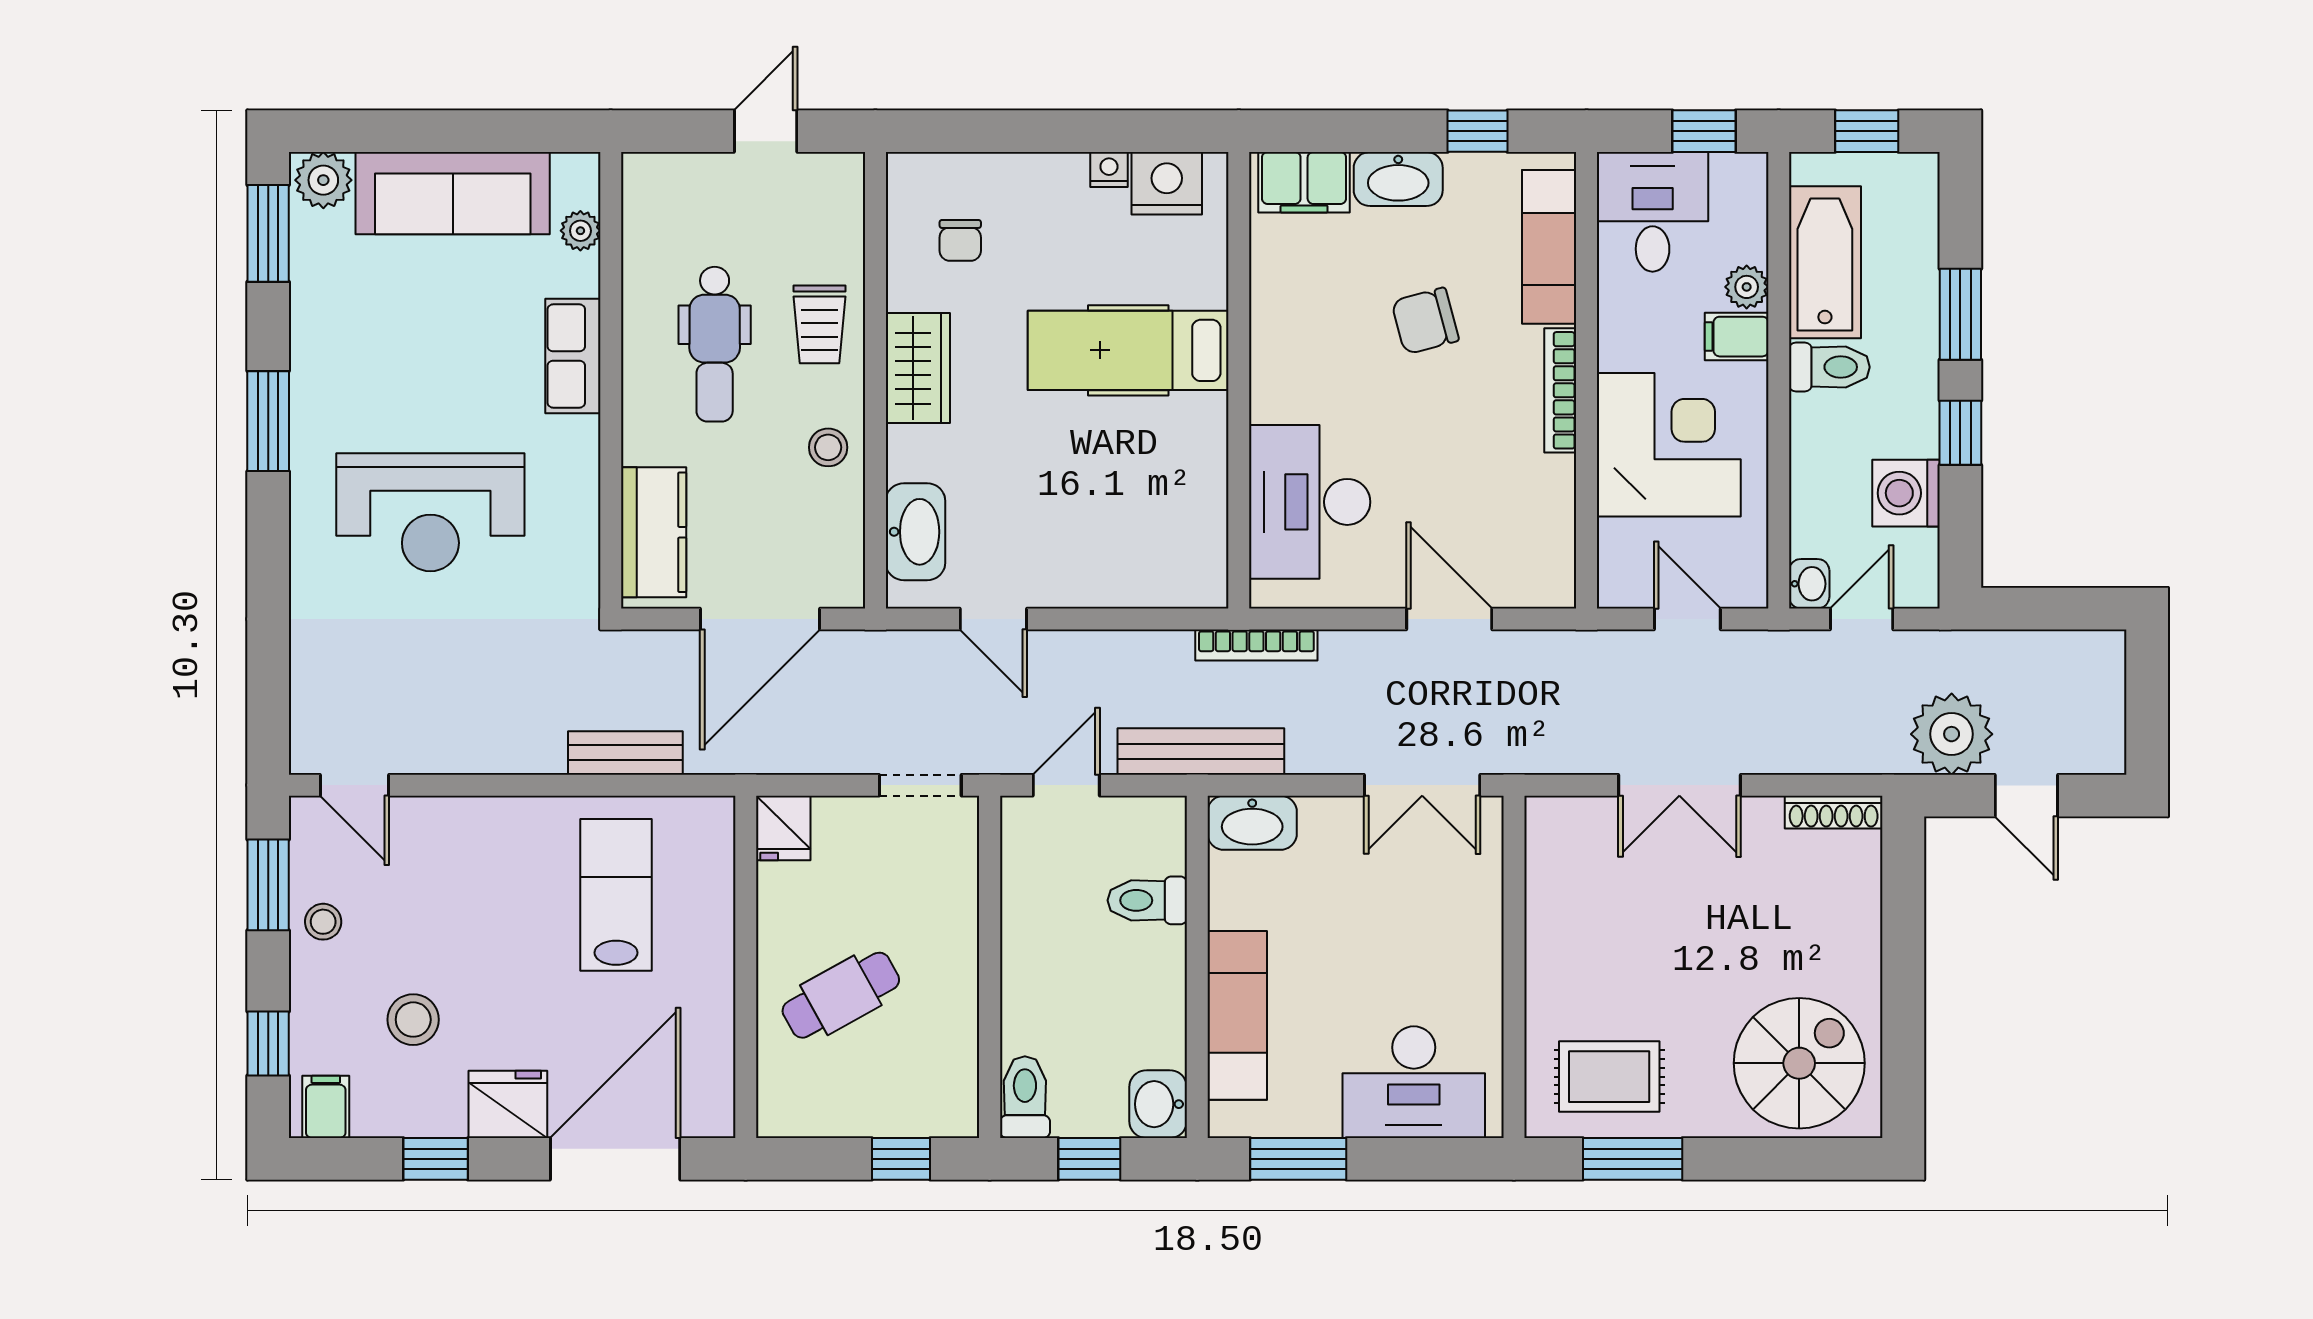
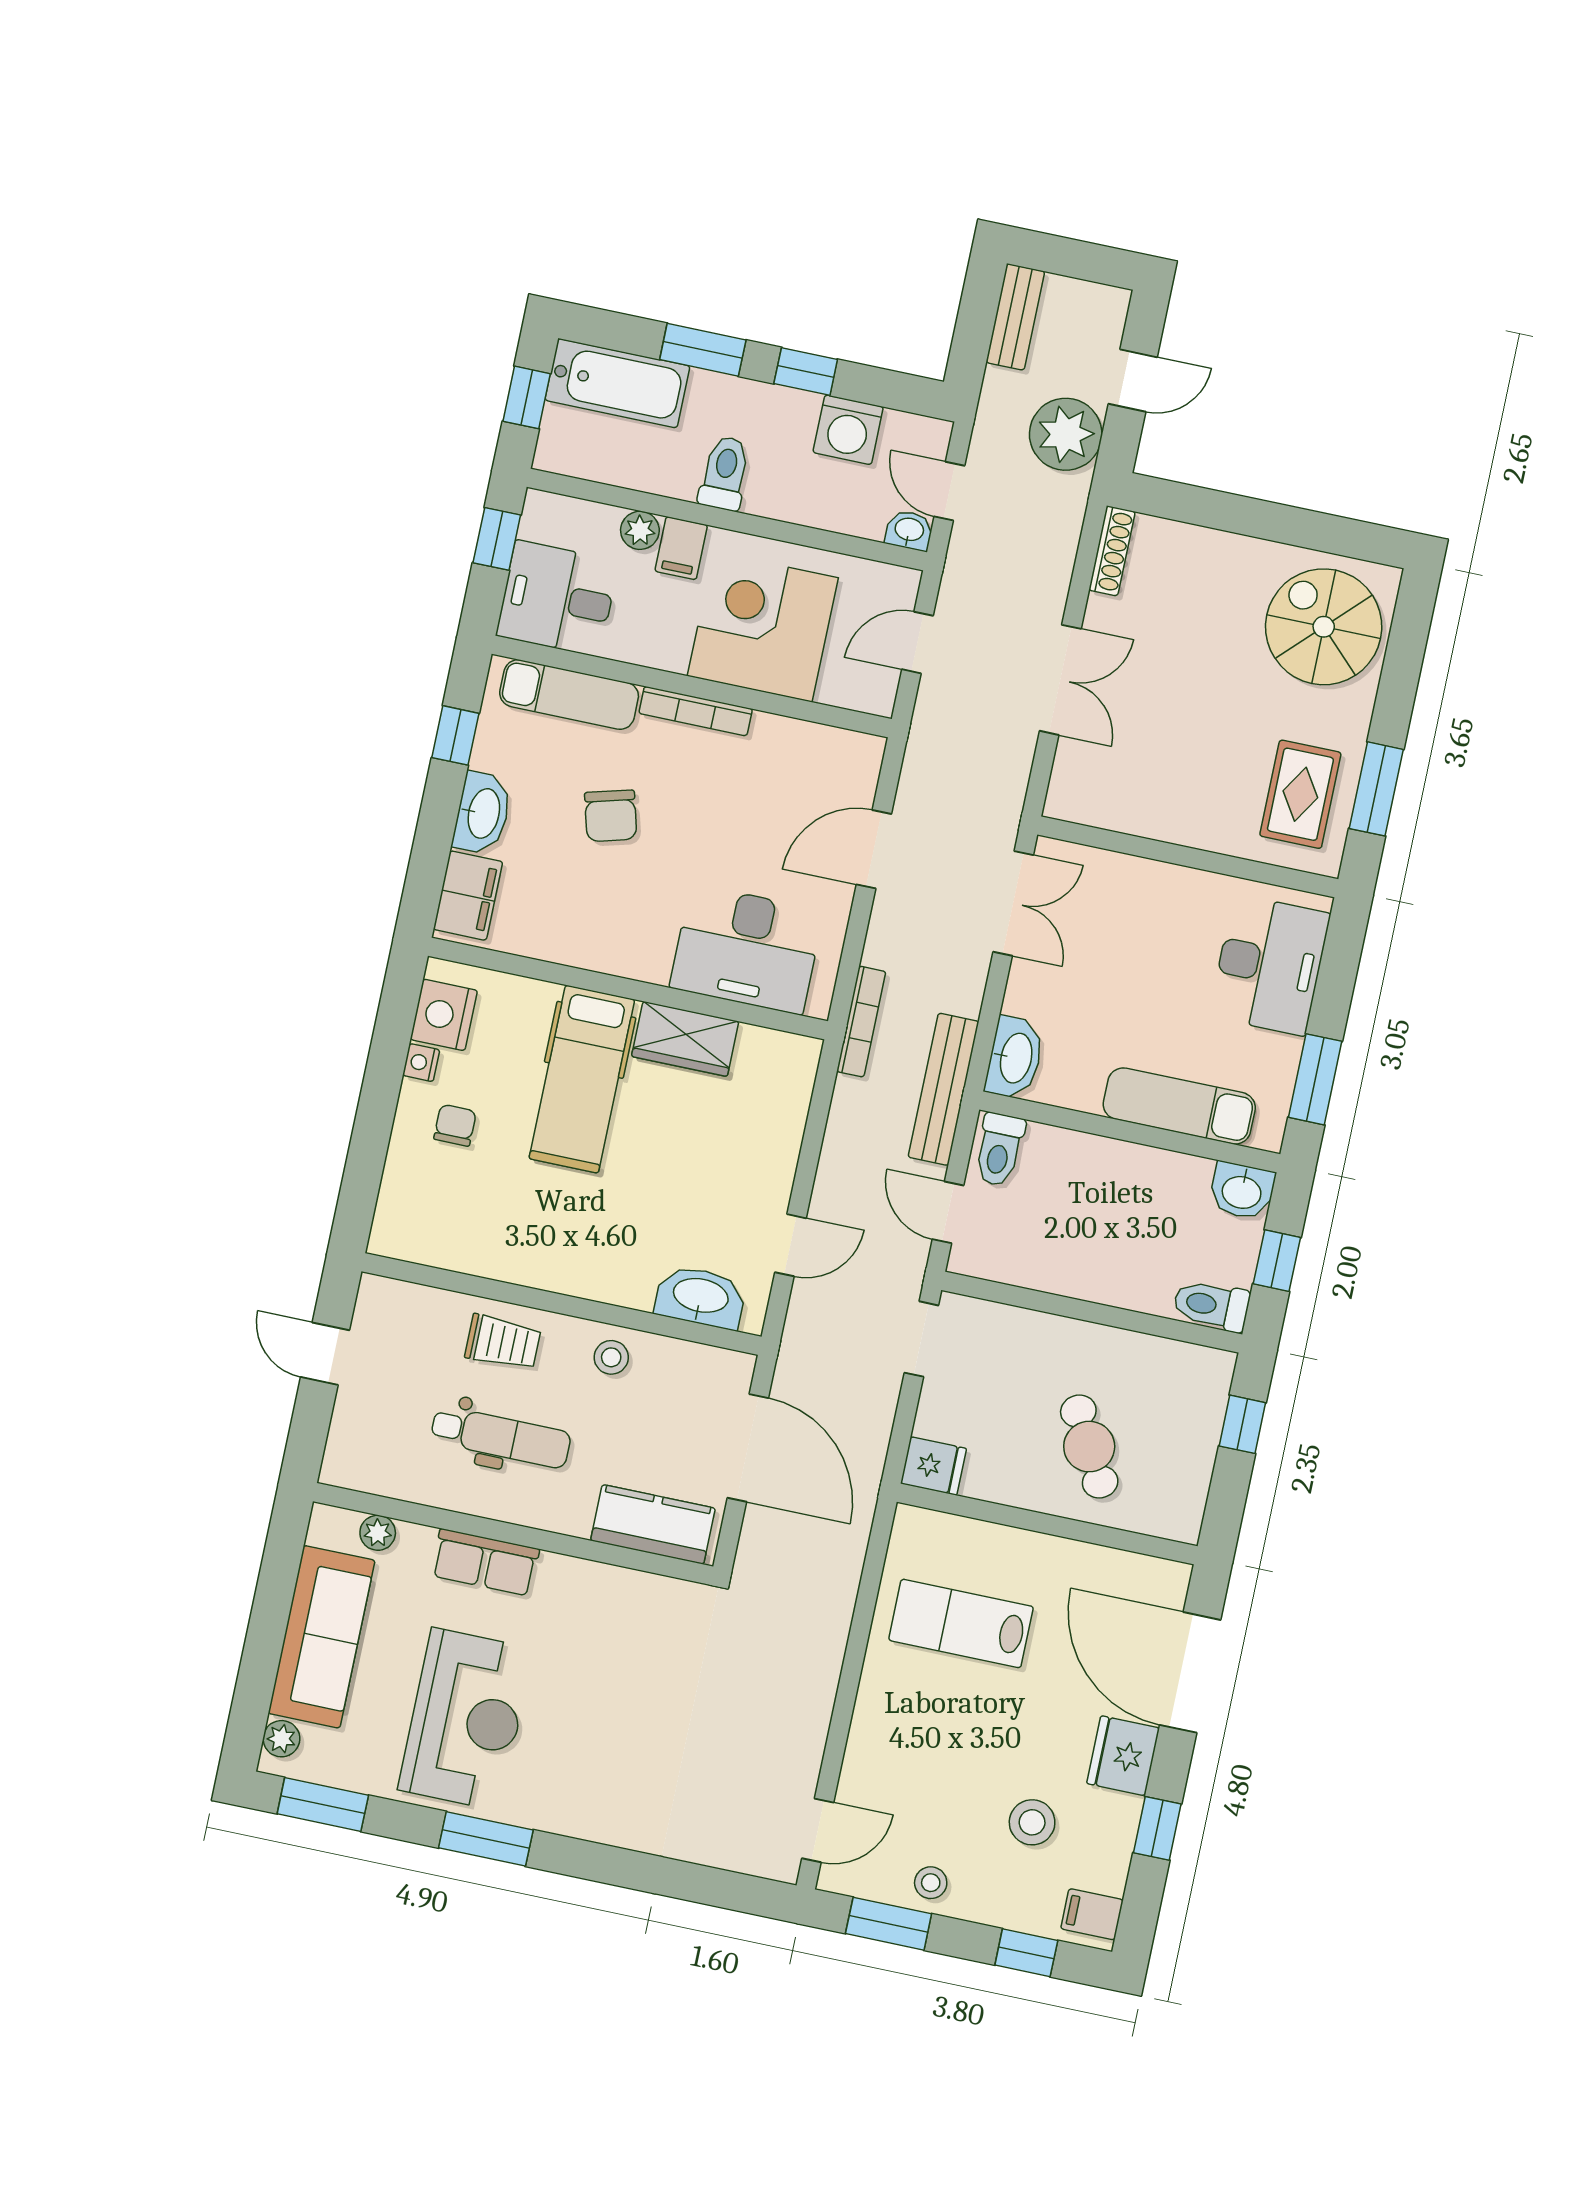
plant: (323, 180) -> (281, 1739), width x0.73, depth x0.73
chair: (960, 240) -> (455, 1125), moved, turned -90
bathtub: (1825, 262) -> (617, 383), moved, turned 180
wardrobe: (918, 368) -> (685, 1039), moved, turned 180
reception desk: (430, 512) -> (466, 1719), moved
bench: (625, 753) -> (1015, 317), moved
toilet: (1147, 900) -> (999, 1150), moved

